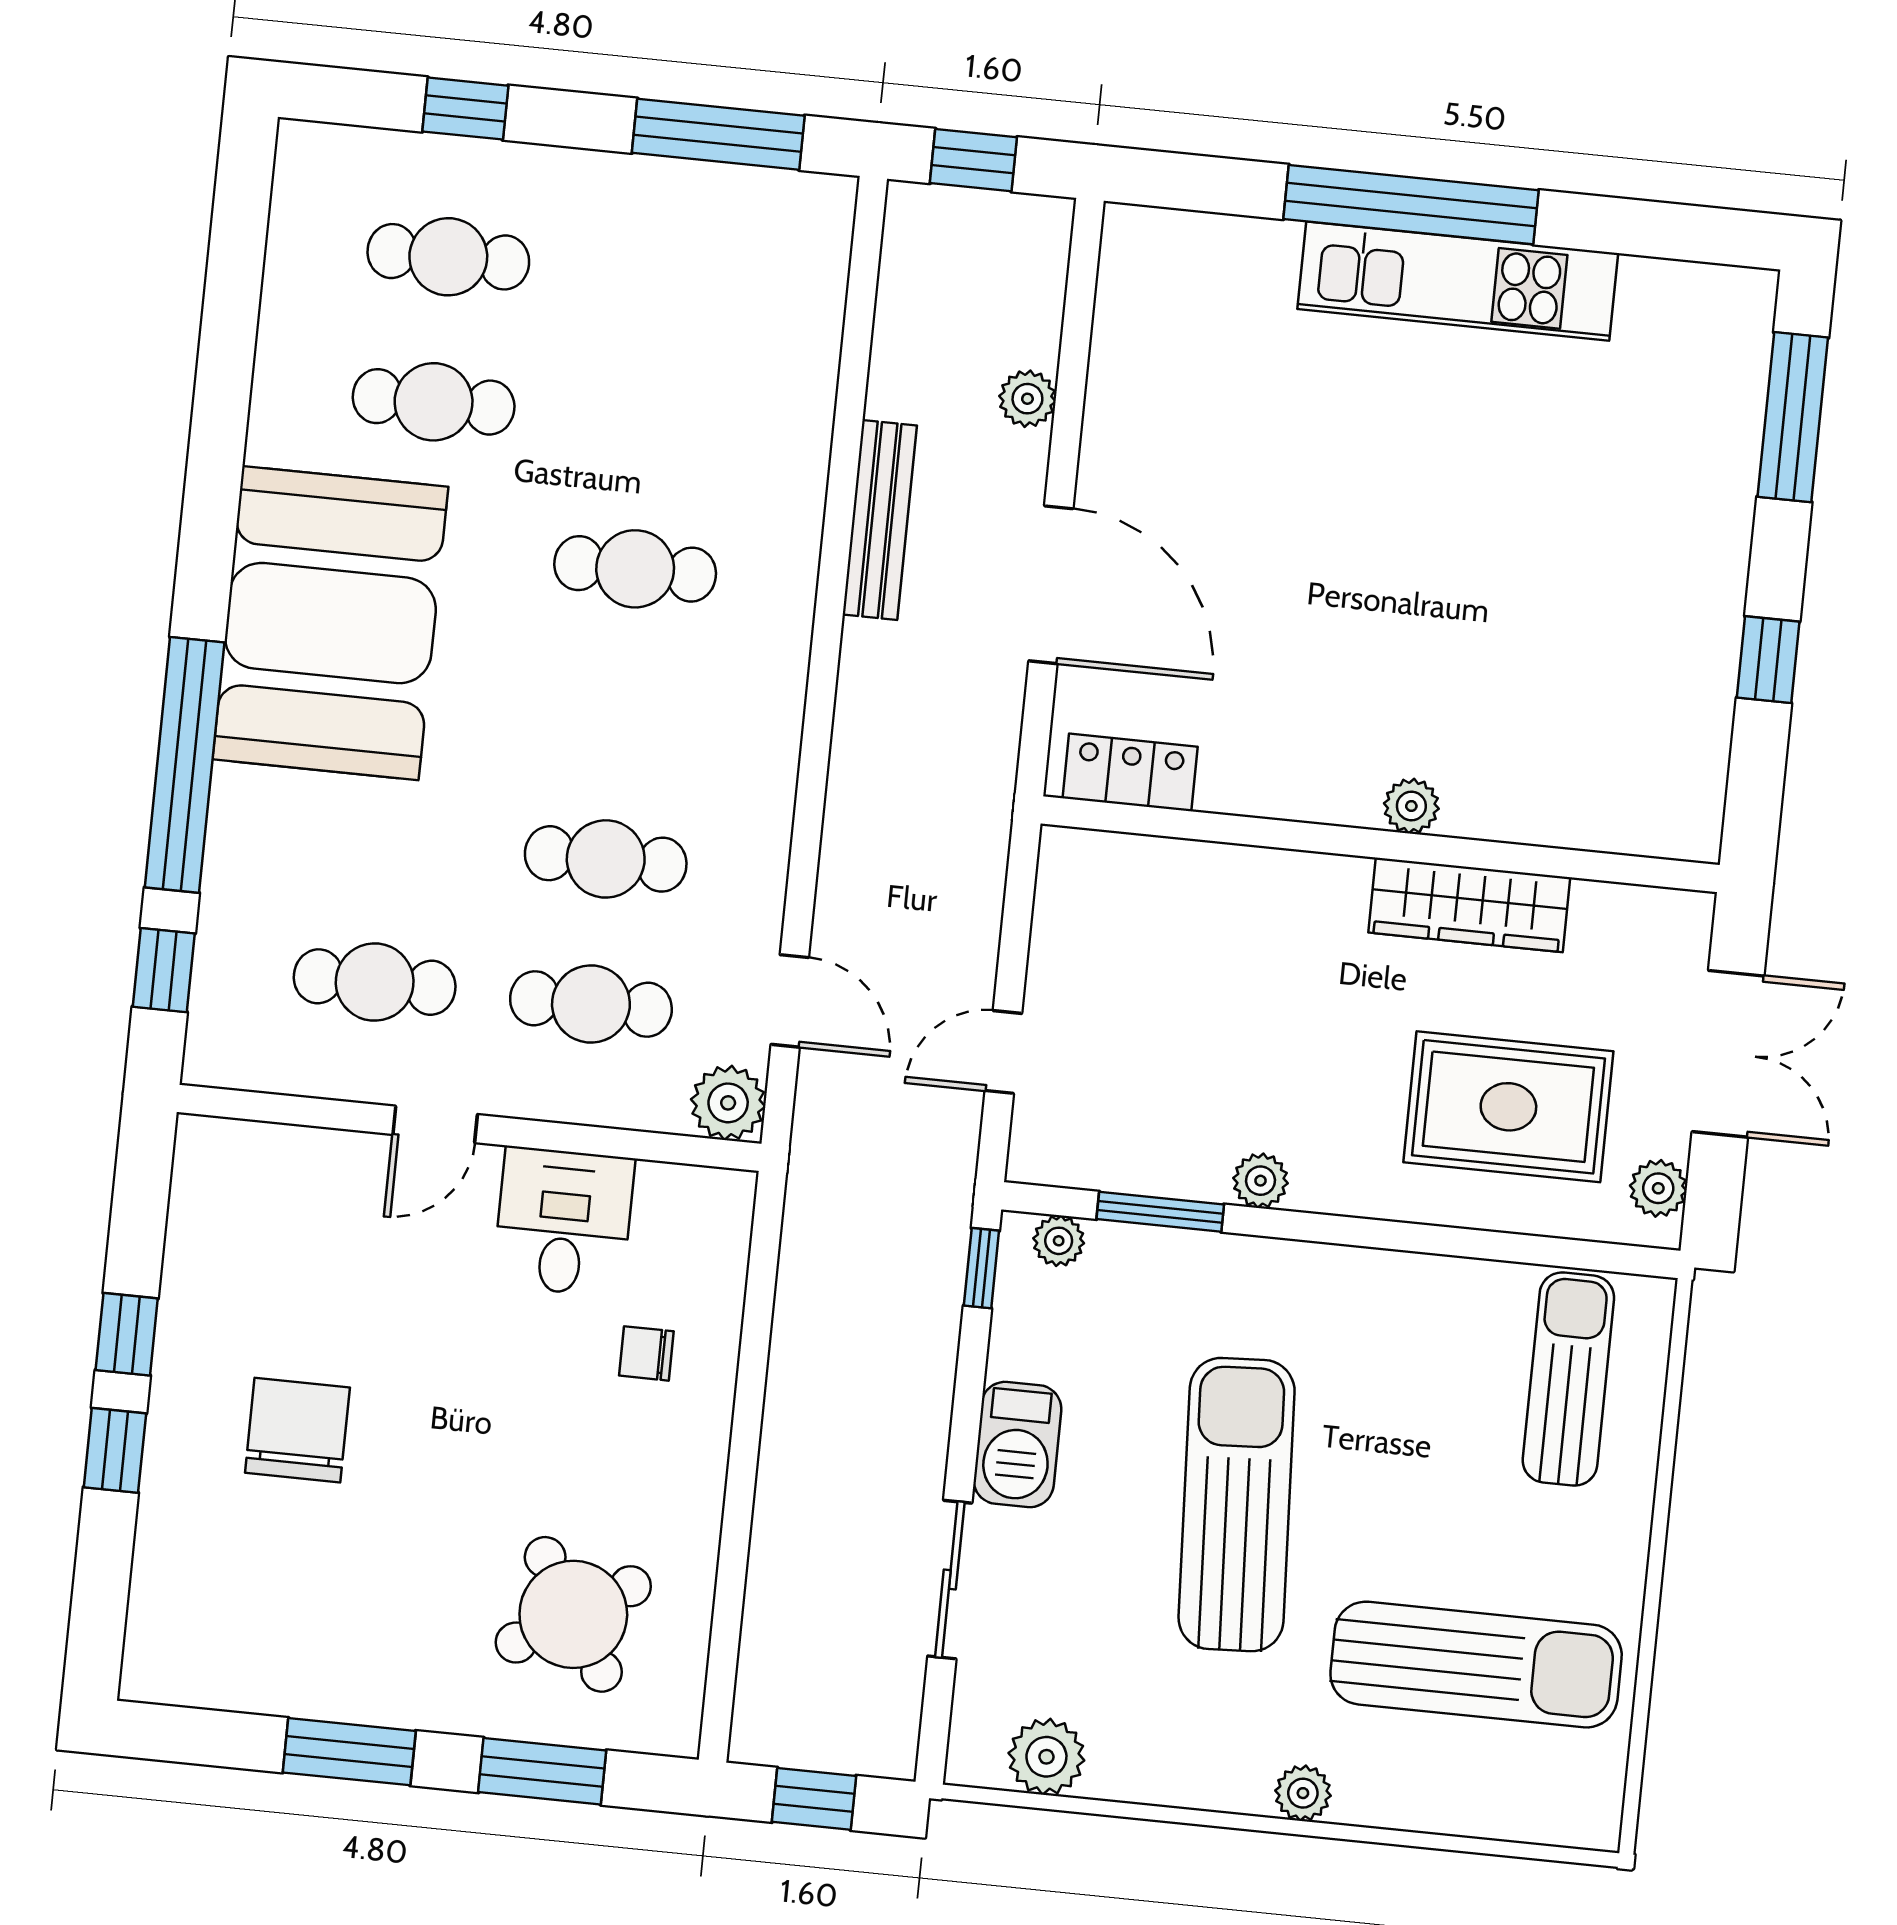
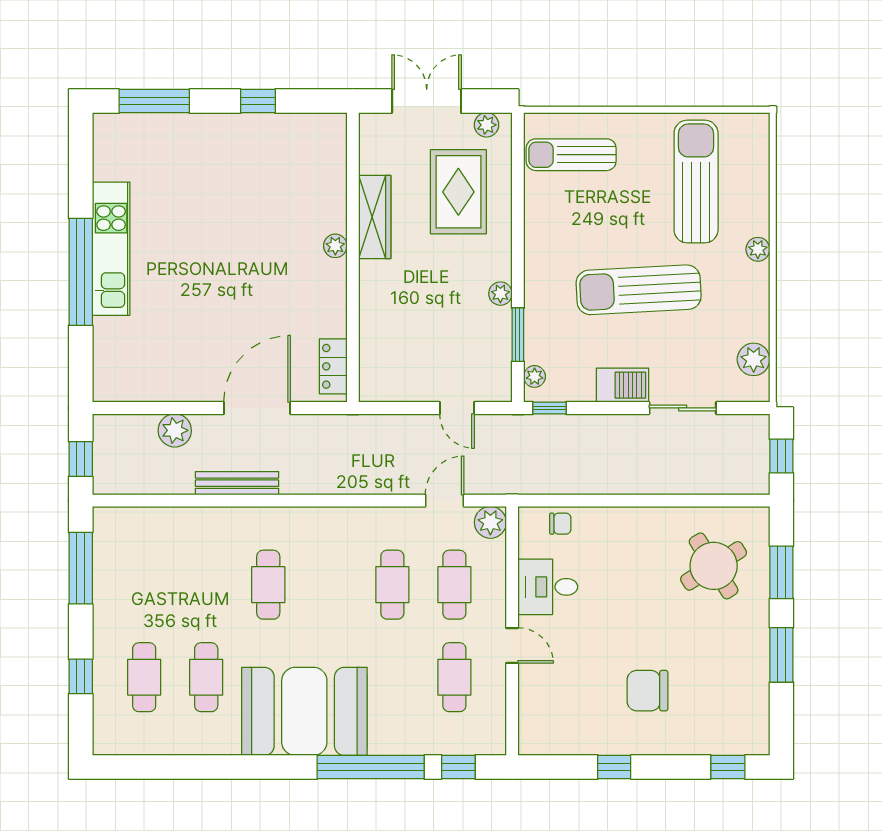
plant: (1027, 399) -> (175, 430), width x1.38, depth x1.38
chair: (646, 1353) -> (560, 524), moved, turned -90
window: (115, 1450) -> (728, 767), moved

